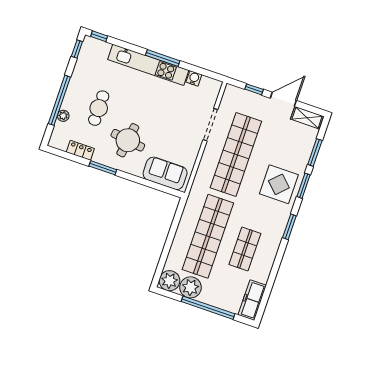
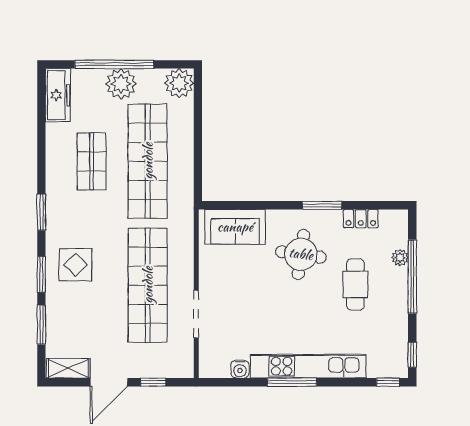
display table: (279, 184) -> (75, 265), width x0.73, depth x0.73
plant: (190, 287) -> (121, 84), moved

